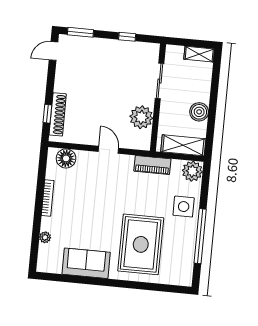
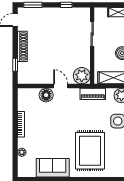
shoe rack: (58, 114) -> (22, 46), moved
plant: (141, 117) -> (82, 76), moved
floor lamp: (66, 158) -> (46, 95), moved

